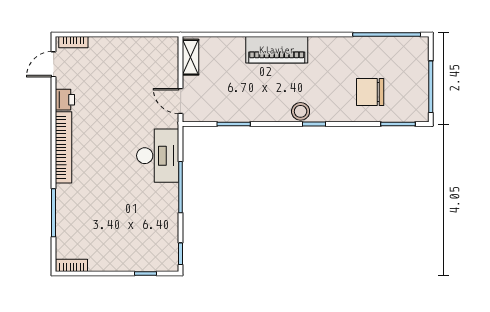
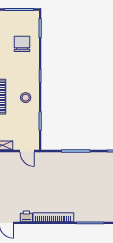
chair: (370, 92) -> (22, 44), turned 180
door: (181, 101) -> (27, 151), hinge flipped
stool: (301, 111) -> (26, 98), moved
desk: (158, 156) -> (58, 164), removed

